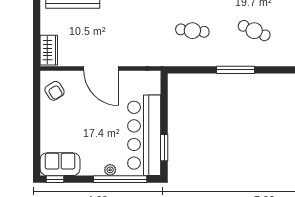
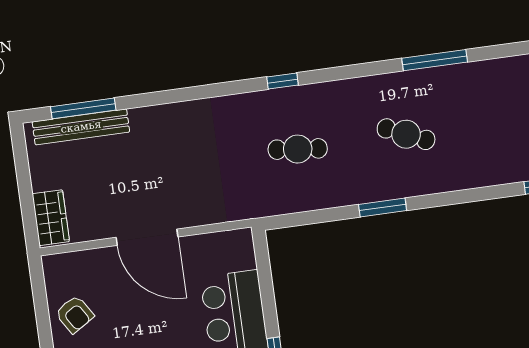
window: (235, 70) -> (383, 207), width x0.69
armchair: (55, 91) -> (75, 314), moved

